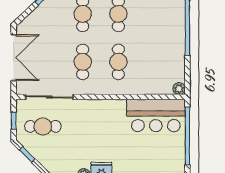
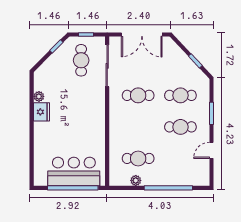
cafe table: (118, 62) -> (138, 158), moved
plant: (179, 89) -> (136, 180), moved
bar counter: (156, 116) -> (74, 171), moved, turned 90

